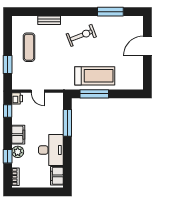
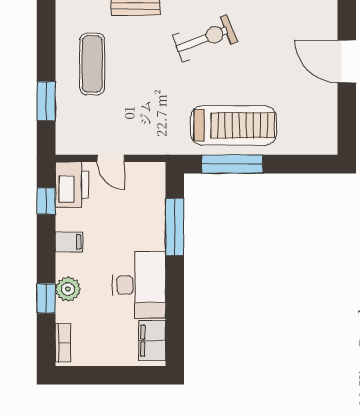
door: (147, 46) -> (347, 62), hinge flipped
printer: (17, 98) -> (72, 185), width x1.87, depth x1.48
filing cabinet: (18, 135) -> (69, 242), width x0.50

